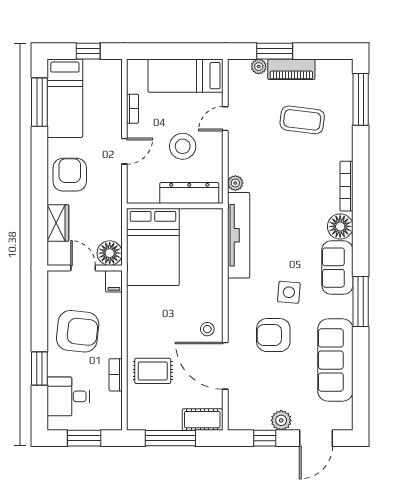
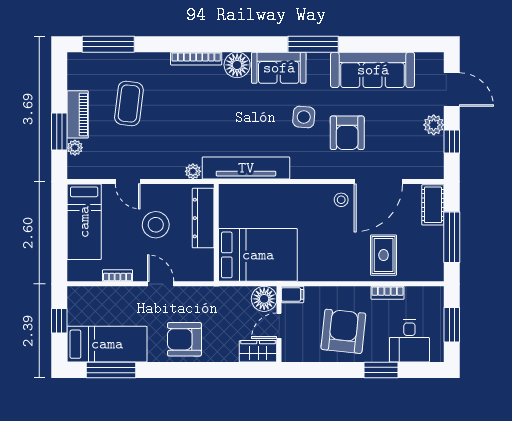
wardrobe: (58, 223) -> (258, 351), moved

